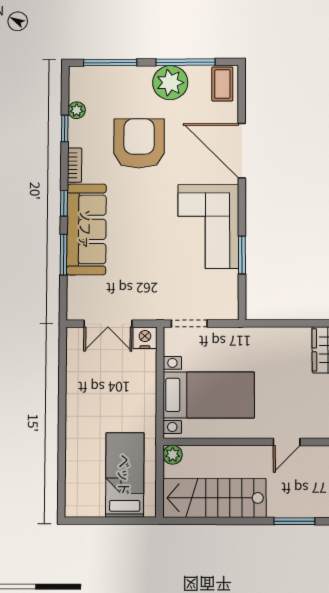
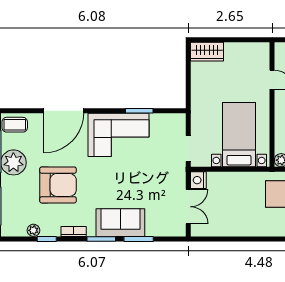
armchair: (139, 143) -> (58, 185), turned 180
window: (64, 203) -> (101, 239), width x1.50
sofa: (86, 229) -> (120, 223), width x0.73

